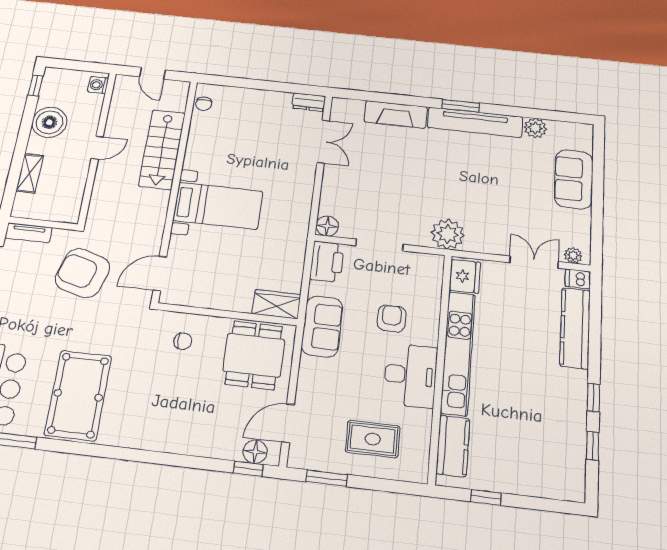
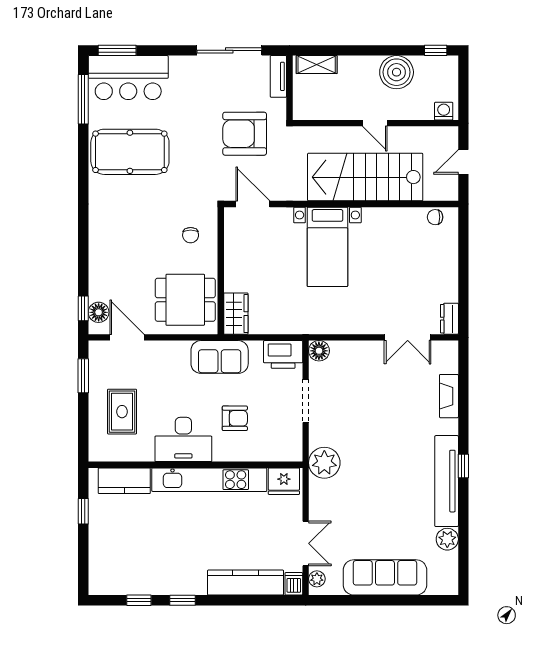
window: (461, 106) -> (463, 466), width x0.67
fireplace: (396, 114) -> (449, 396), width x0.73, depth x0.76
stairs: (162, 149) -> (365, 177), width x1.36, depth x1.51
shelving: (30, 173) -> (317, 65), moved
sofa: (574, 179) -> (385, 577), width x1.36
armchair: (82, 273) -> (245, 134), turned -106

